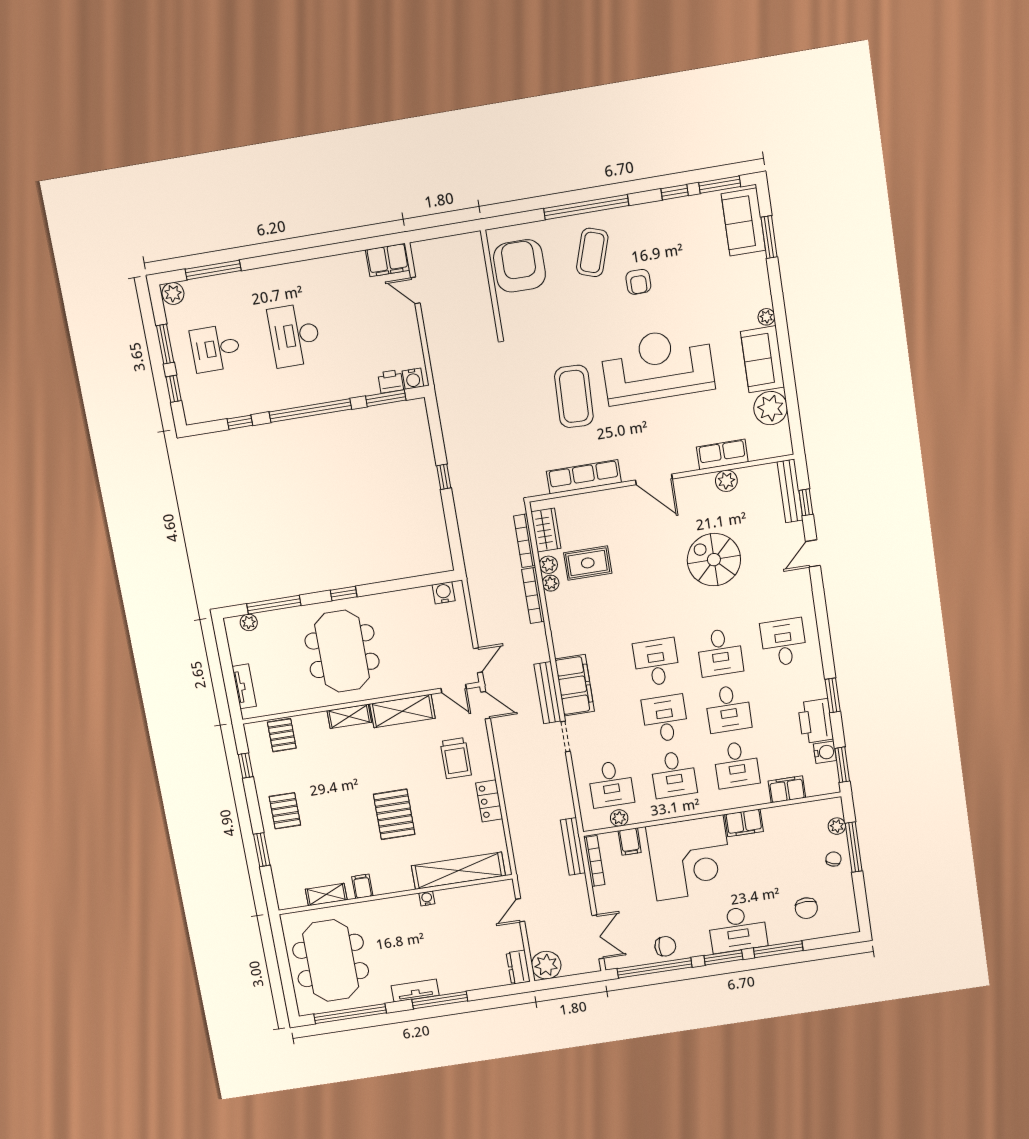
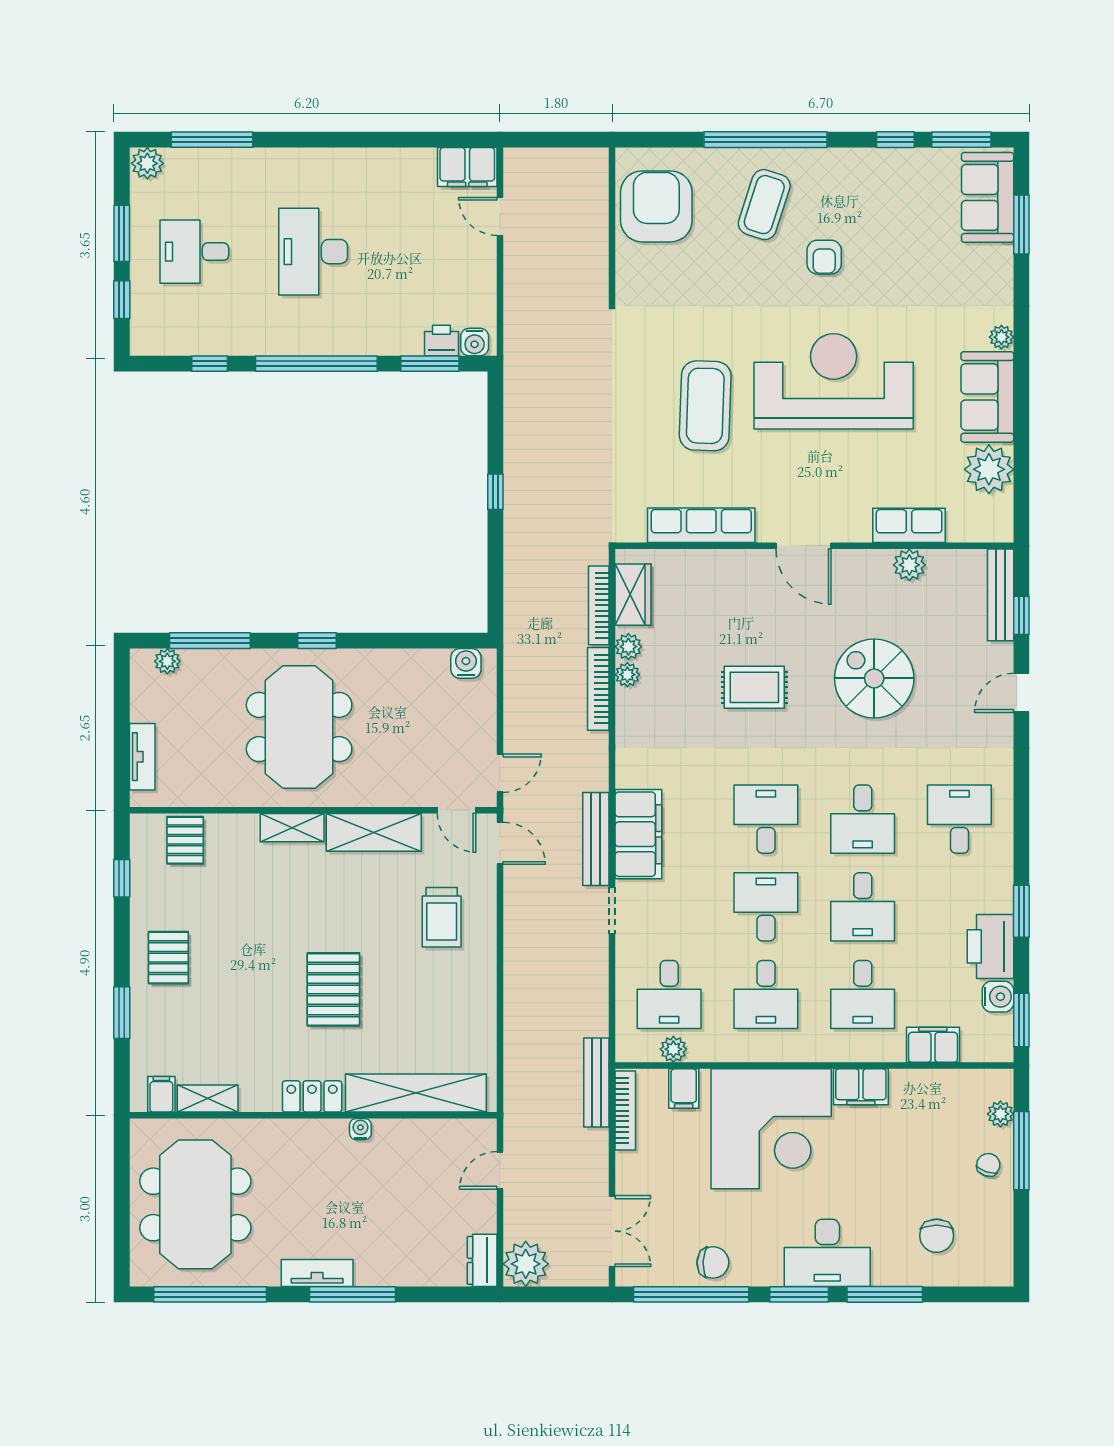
rug: (588, 563) -> (754, 687), moved
locker: (489, 801) -> (312, 1096), moved, turned 90
filing cabinet: (362, 886) -> (161, 1094), moved

